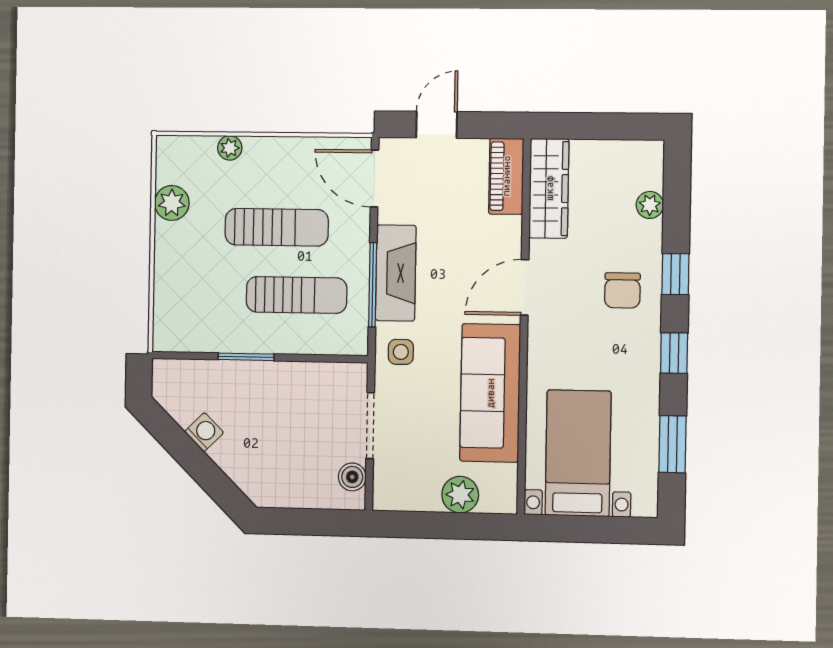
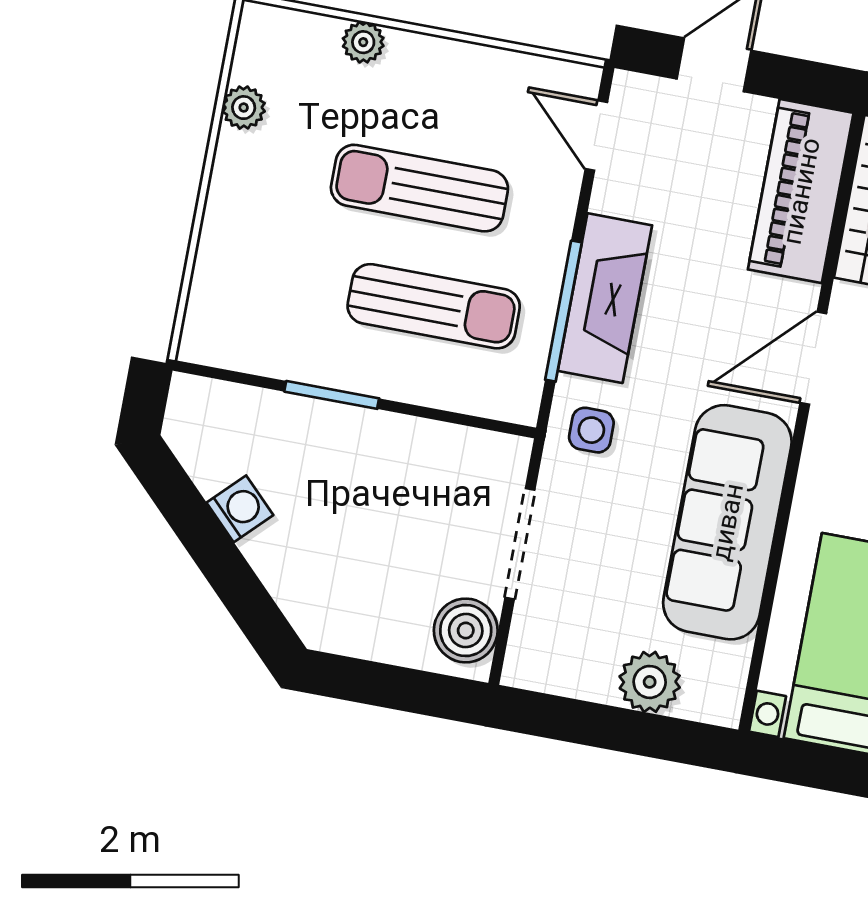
piano: (506, 176) -> (801, 191), width x1.37, depth x1.33
door: (375, 178) -> (596, 136), width x0.73
plant: (172, 203) -> (244, 108), width x0.73, depth x0.73
sun lounger: (277, 227) -> (419, 188), turned 180
boiler: (352, 477) -> (466, 631), width x1.36, depth x1.36

